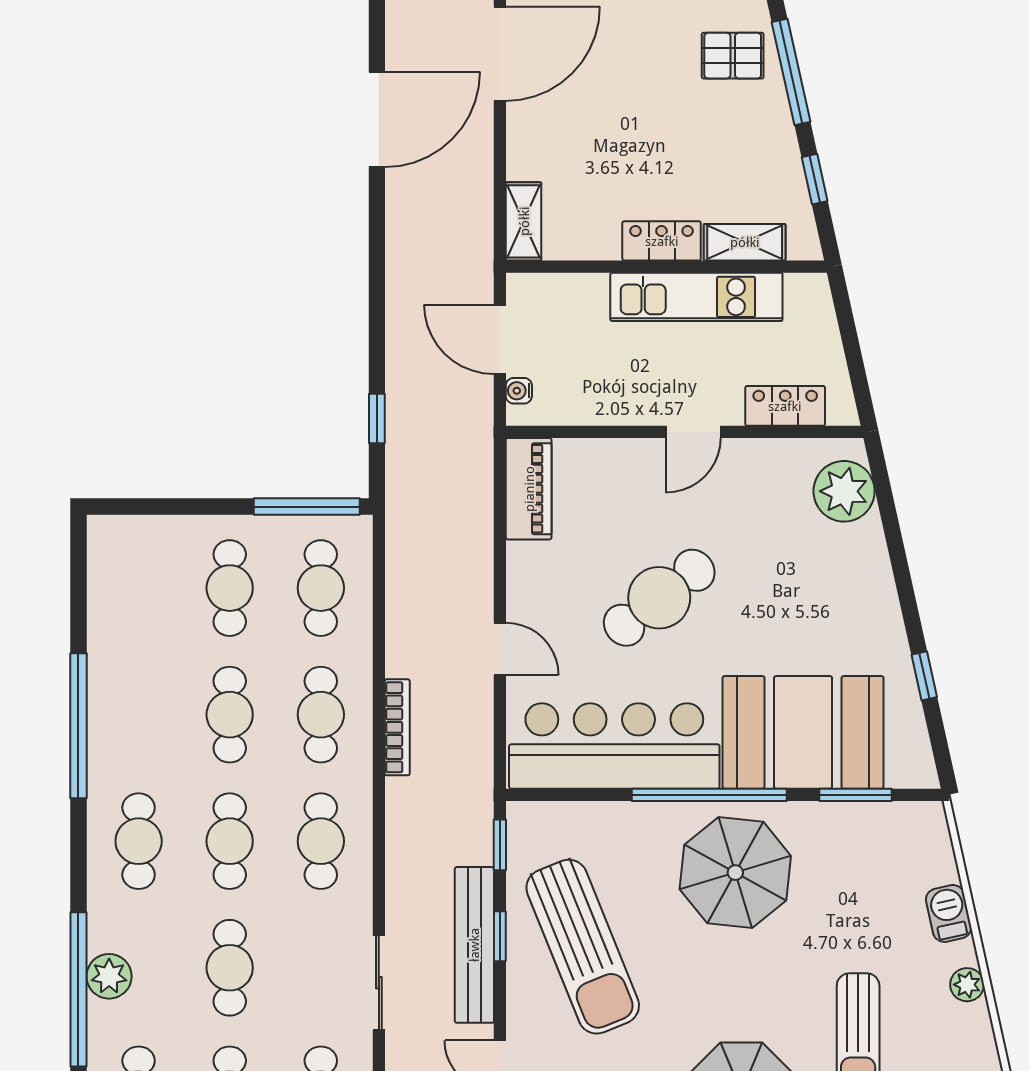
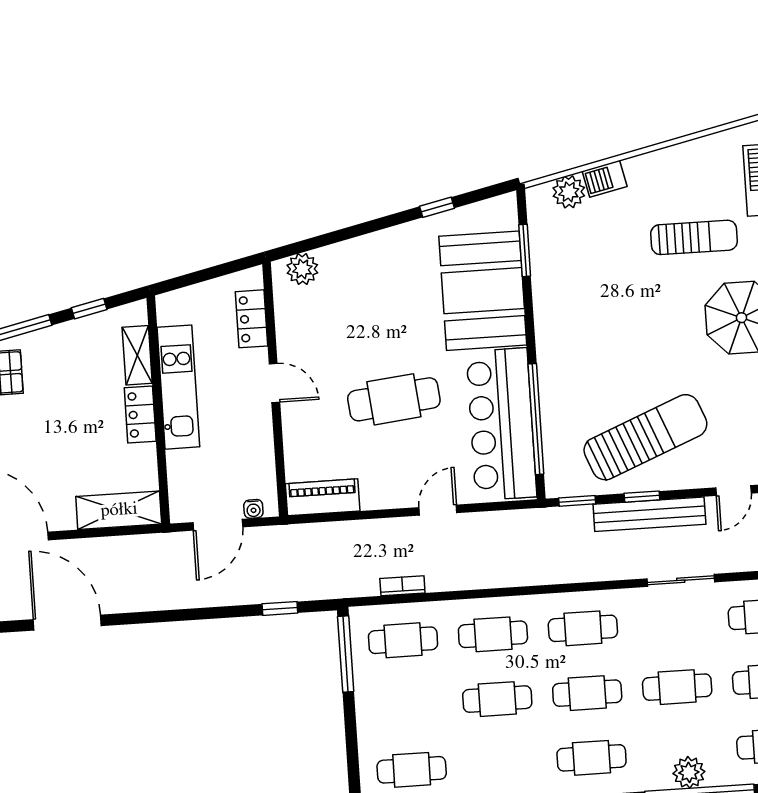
shelving: (524, 221) -> (119, 510), width x1.50, depth x1.33
plant: (844, 491) -> (302, 269), width x0.73, depth x0.73
cafe table: (230, 588) -> (412, 770), moved
cafe table: (659, 598) -> (394, 399), turned -58
bookcase: (397, 727) -> (402, 586), moved, width x0.64
window: (709, 795) -> (536, 419), moved
parasol: (735, 873) -> (586, 332), removed
plant: (967, 985) -> (569, 192), moved, width x1.38, depth x1.38

